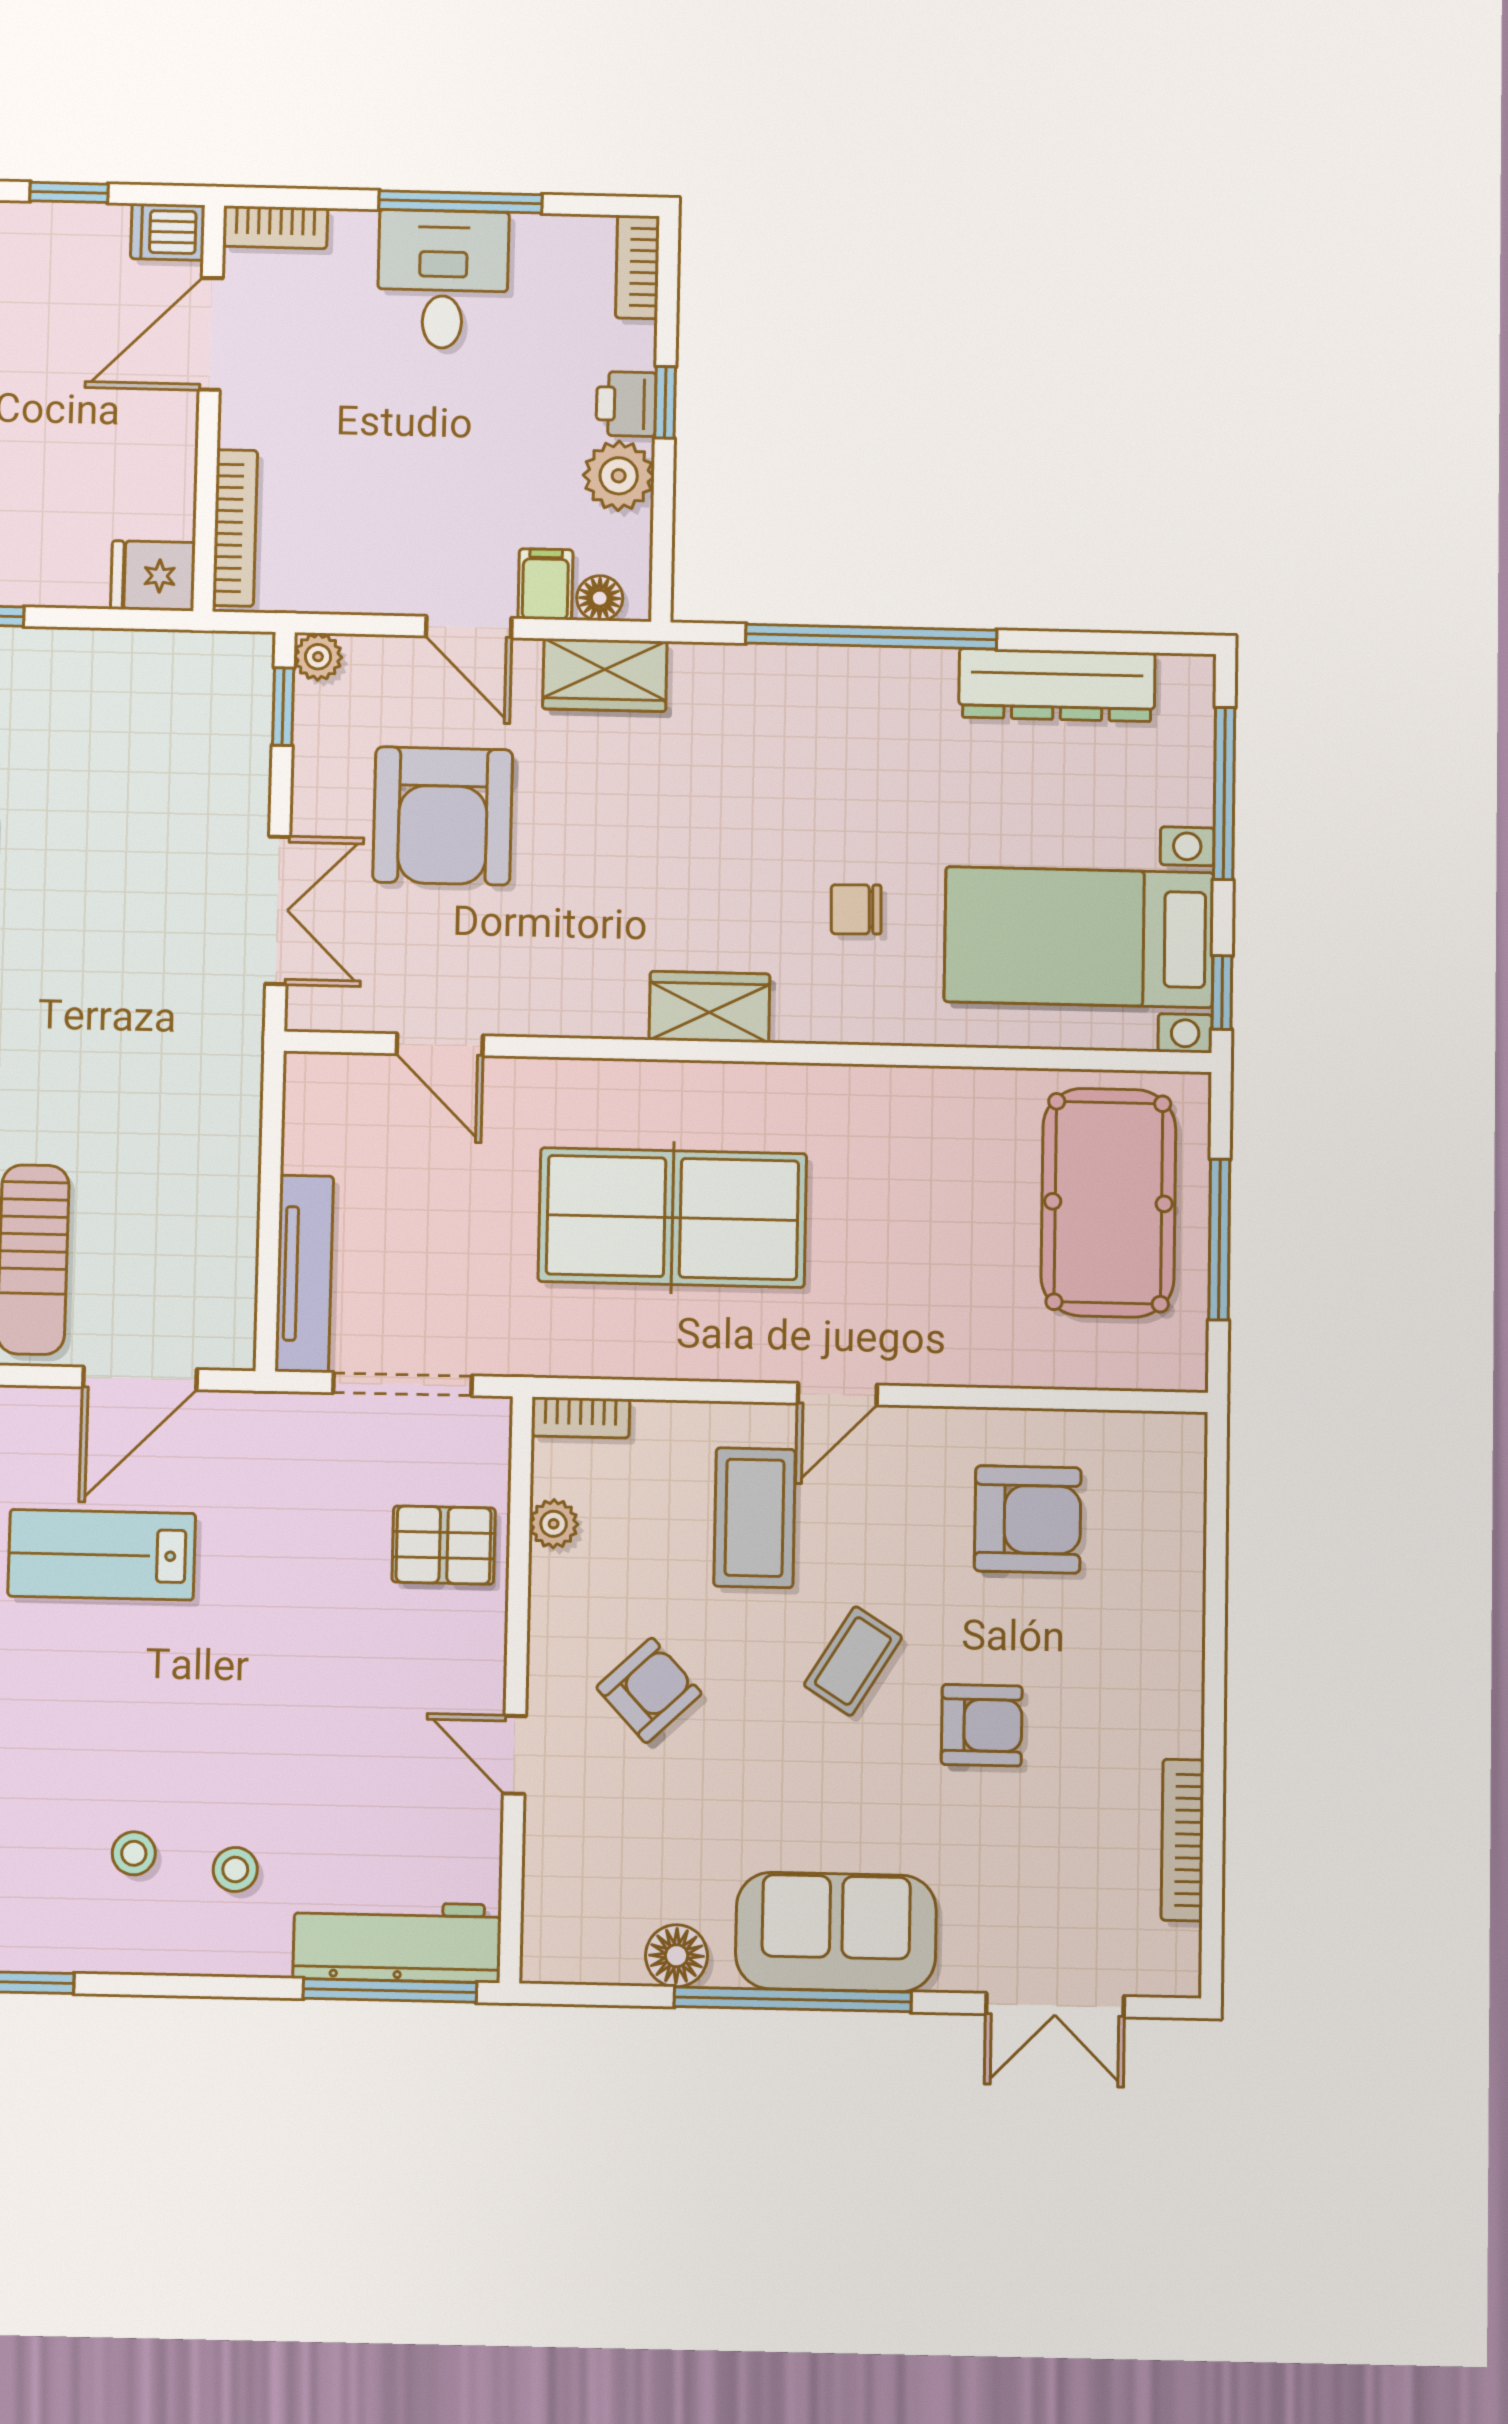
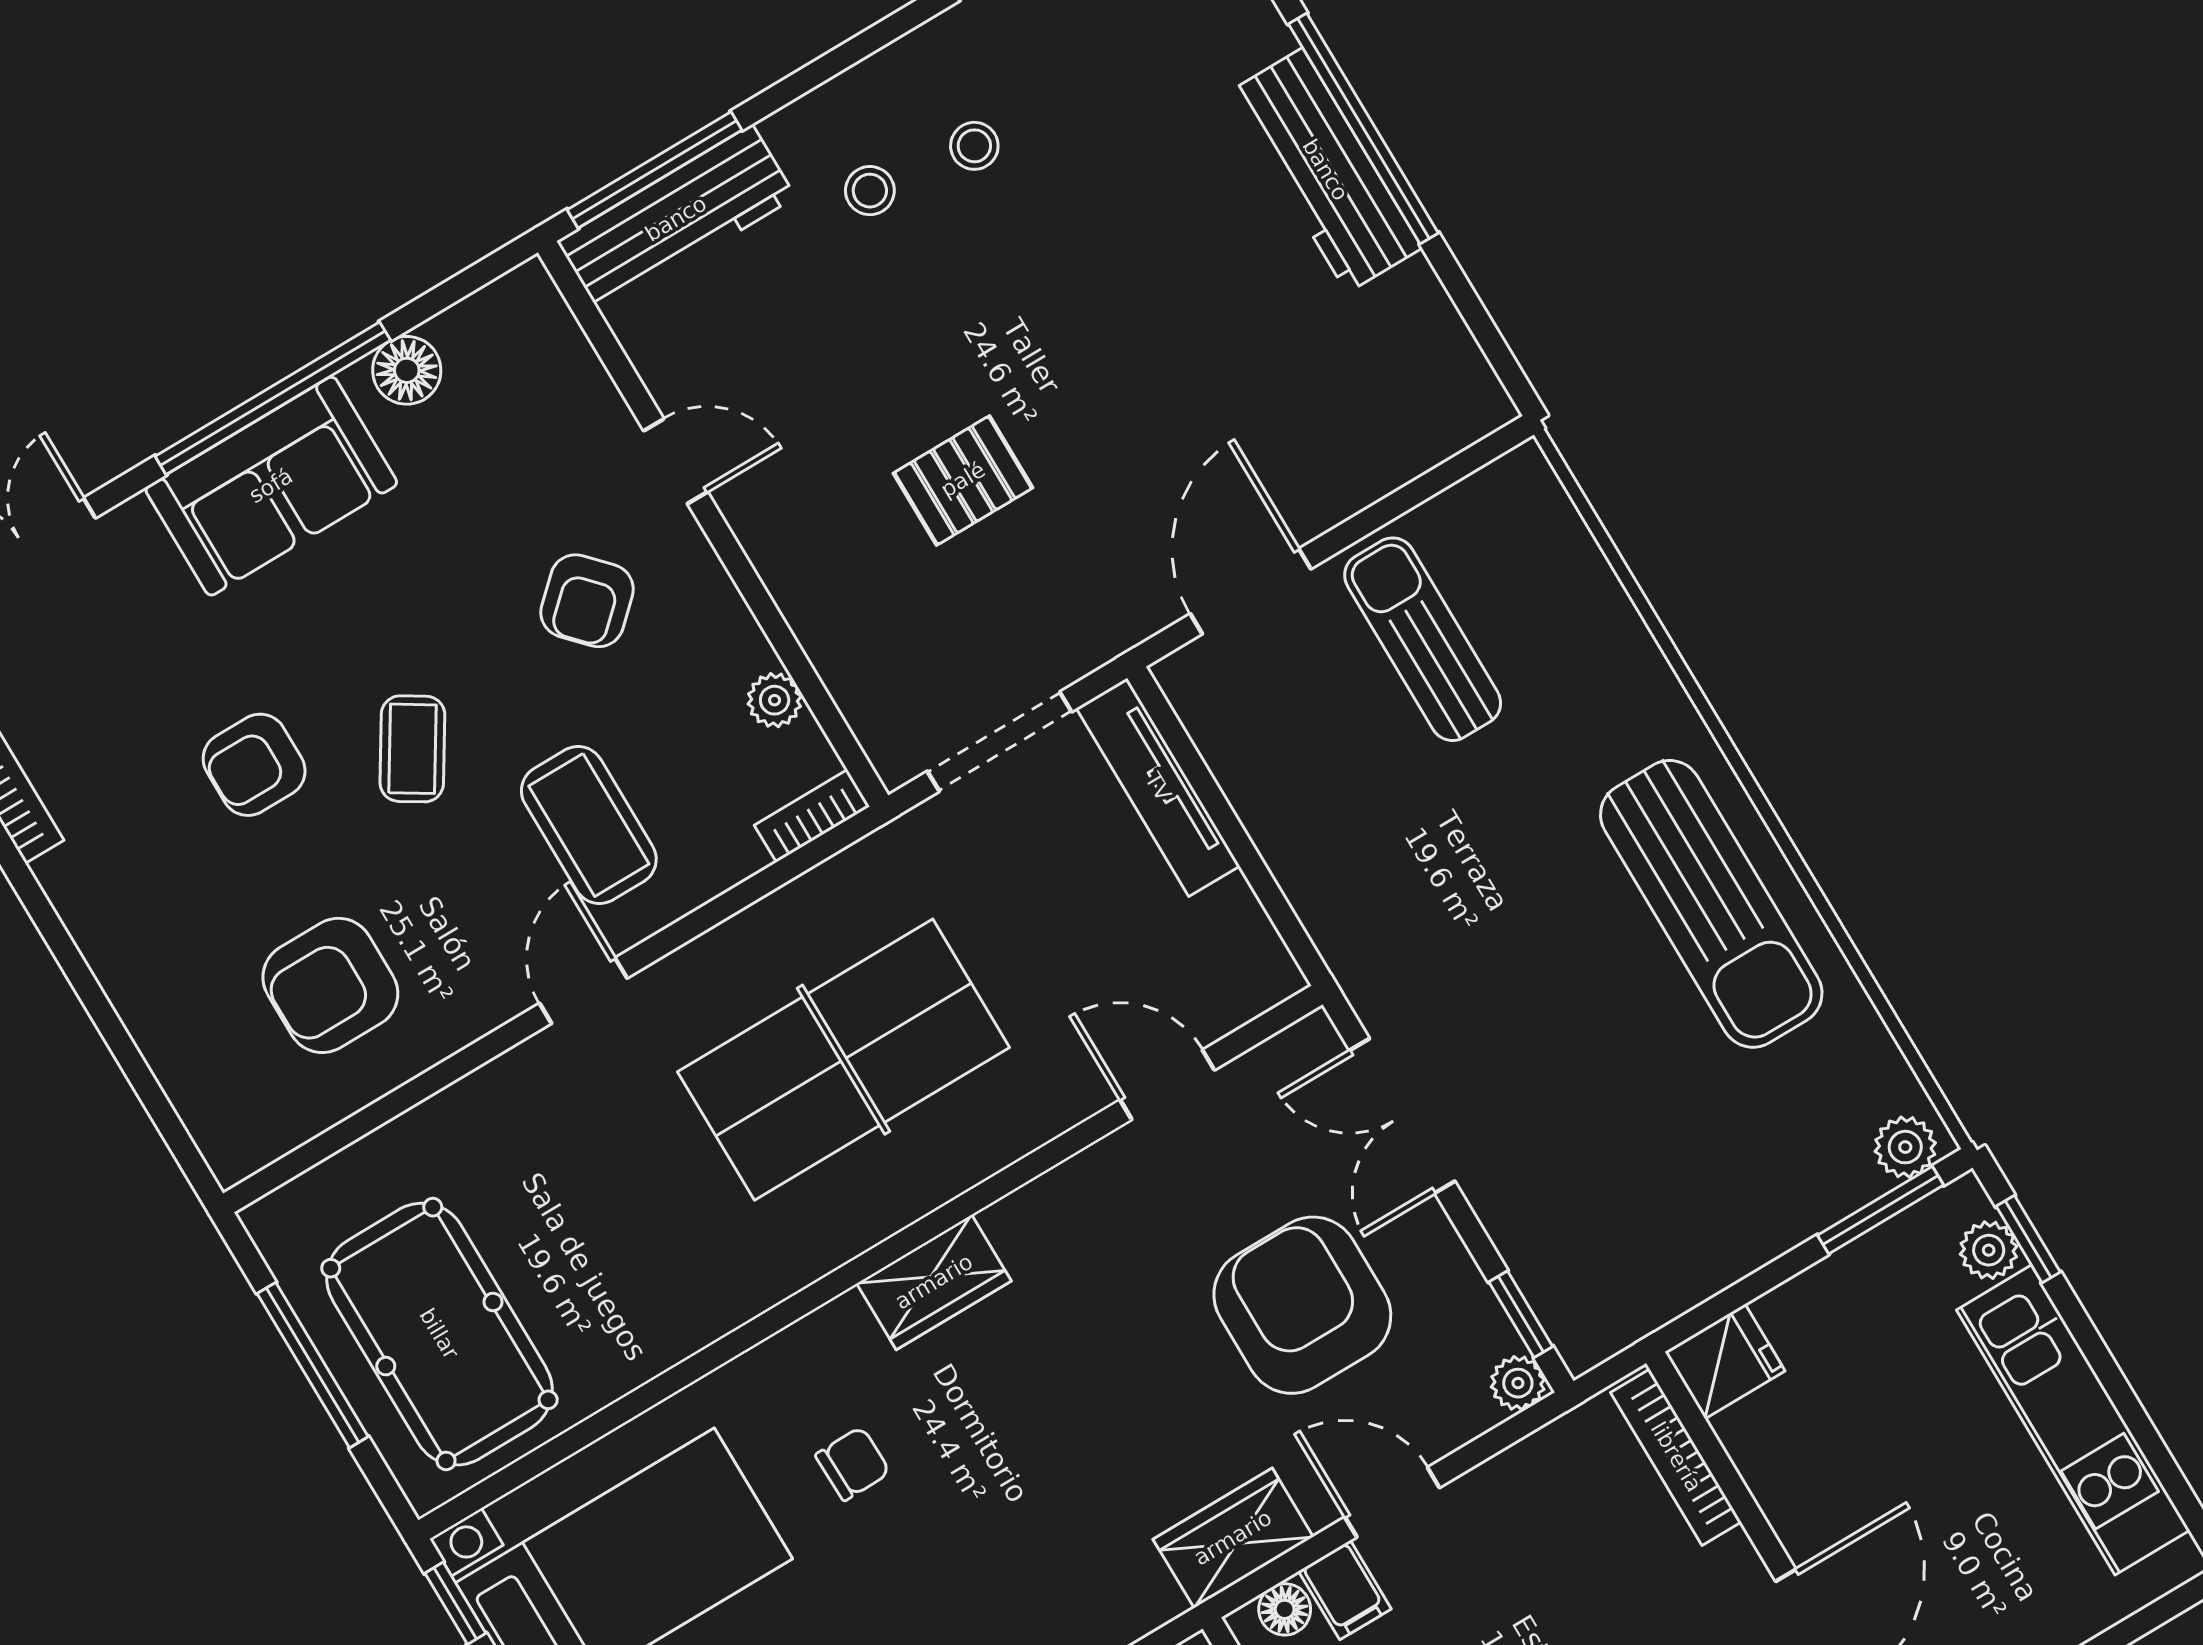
pallet: (444, 1545) -> (963, 480), moved
lab bench: (102, 1555) -> (1181, 404), removed

